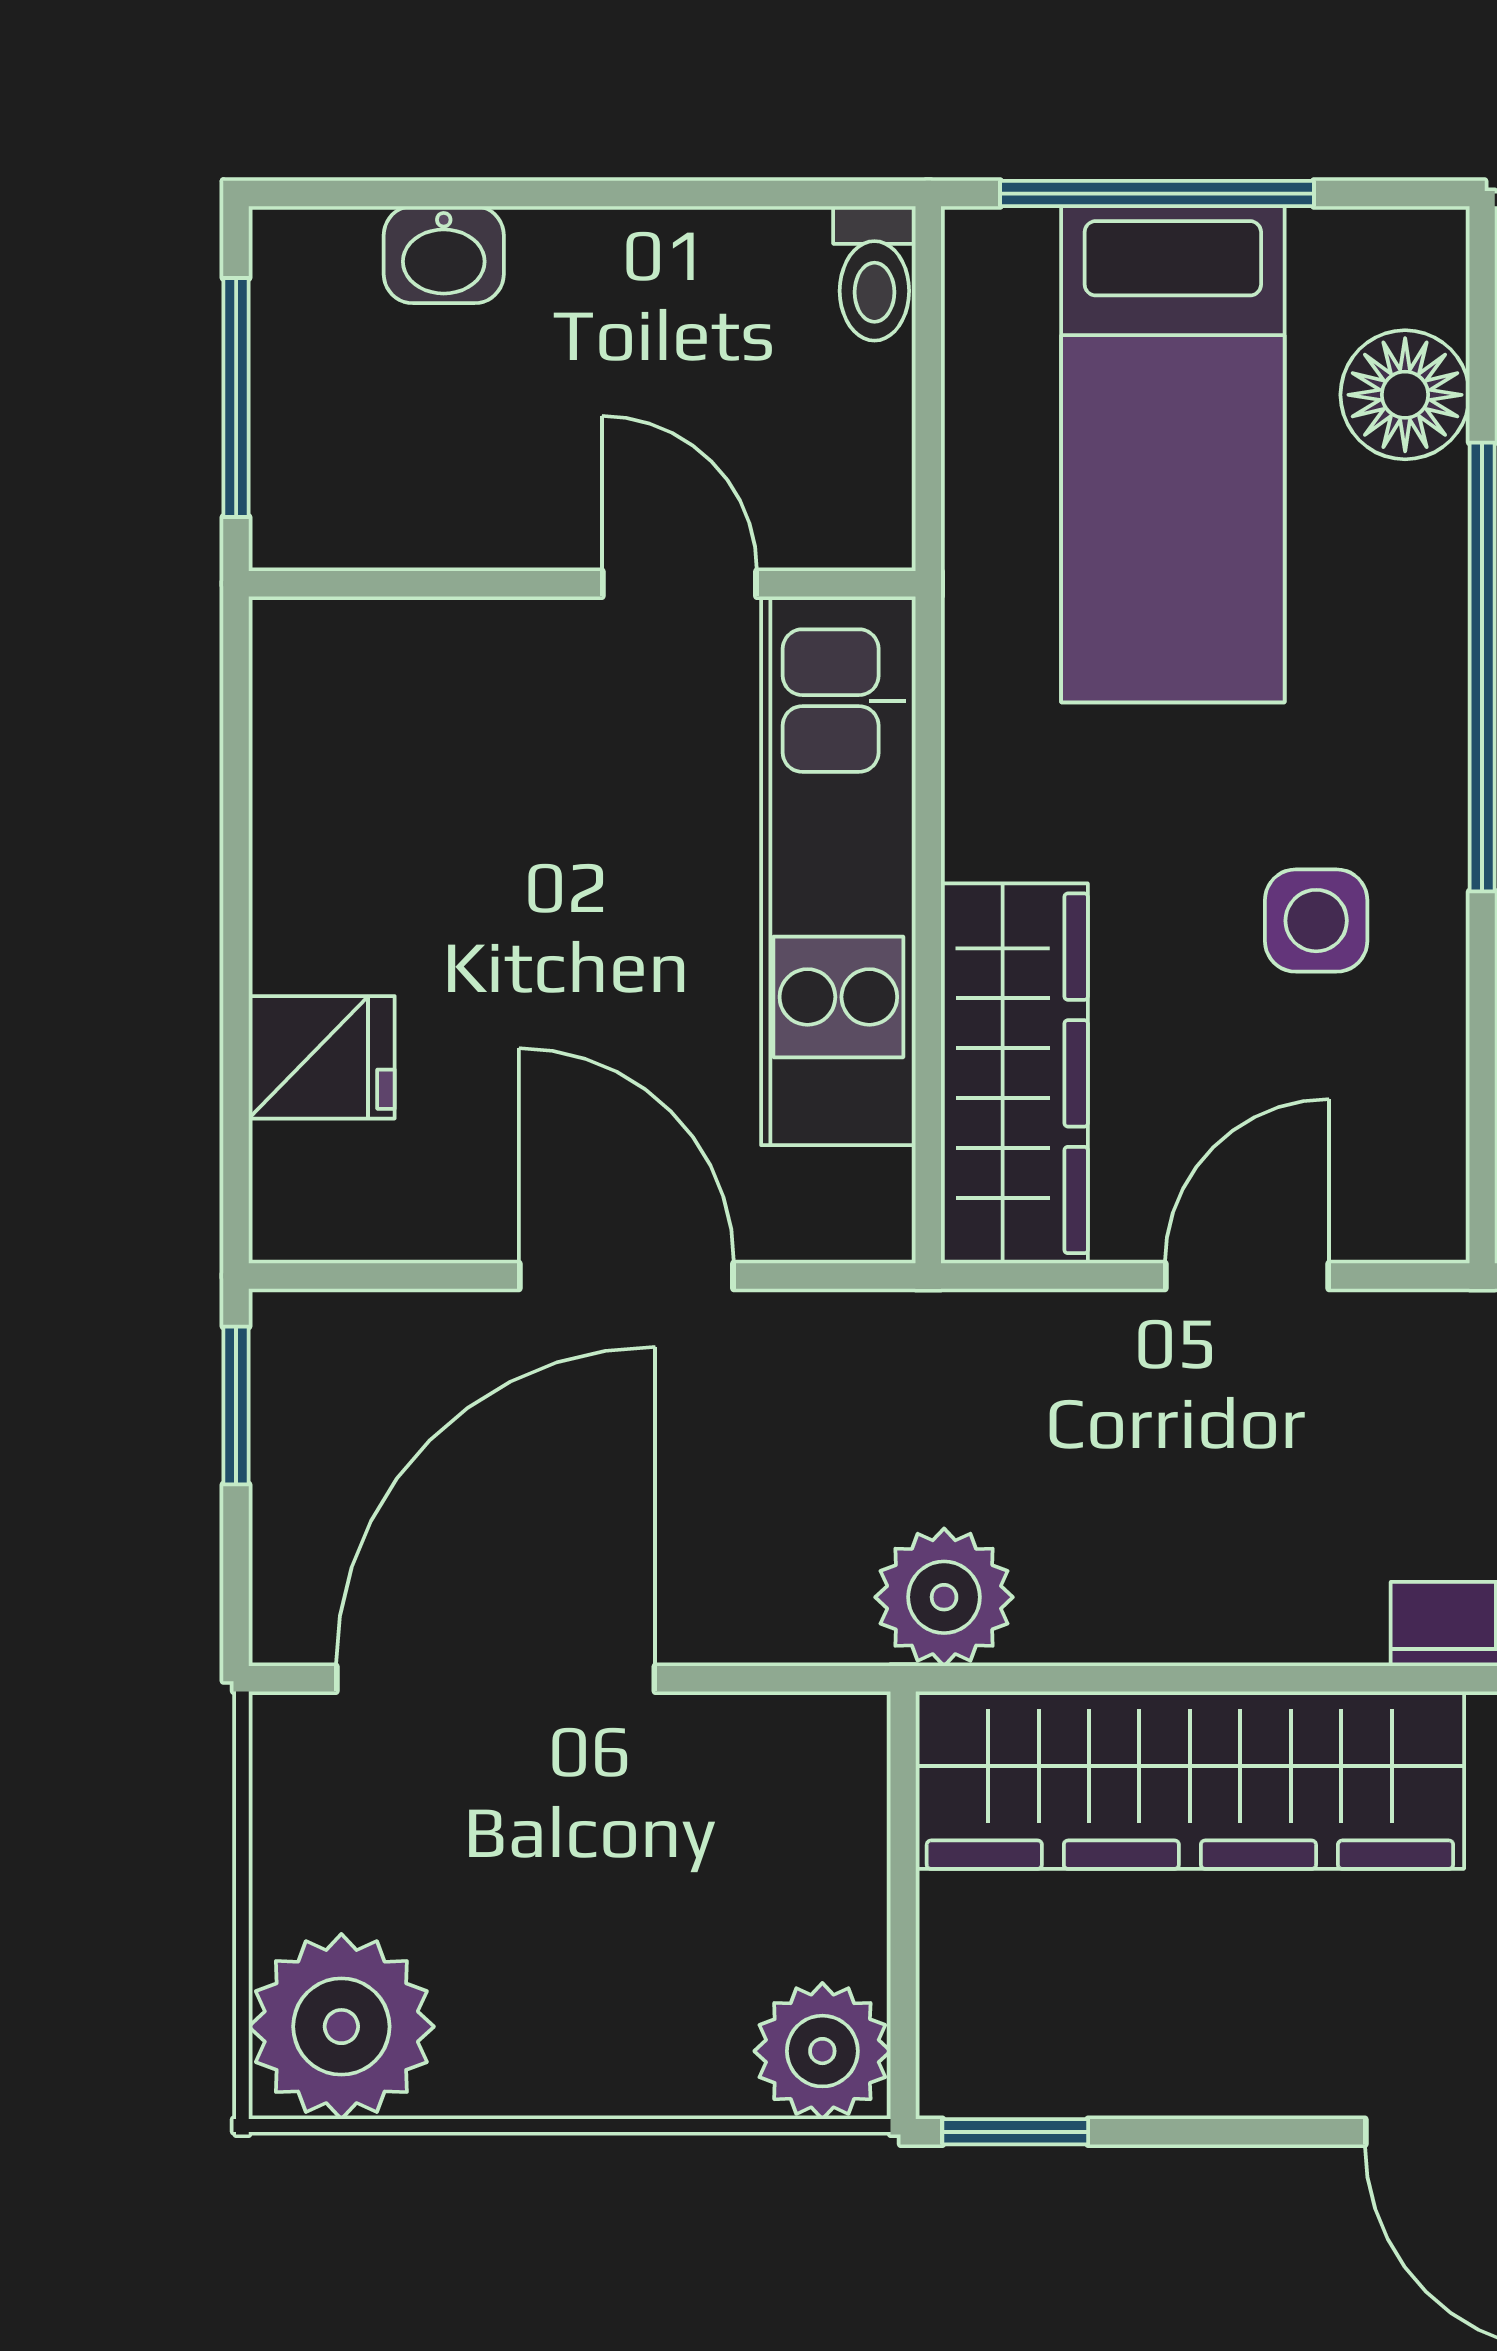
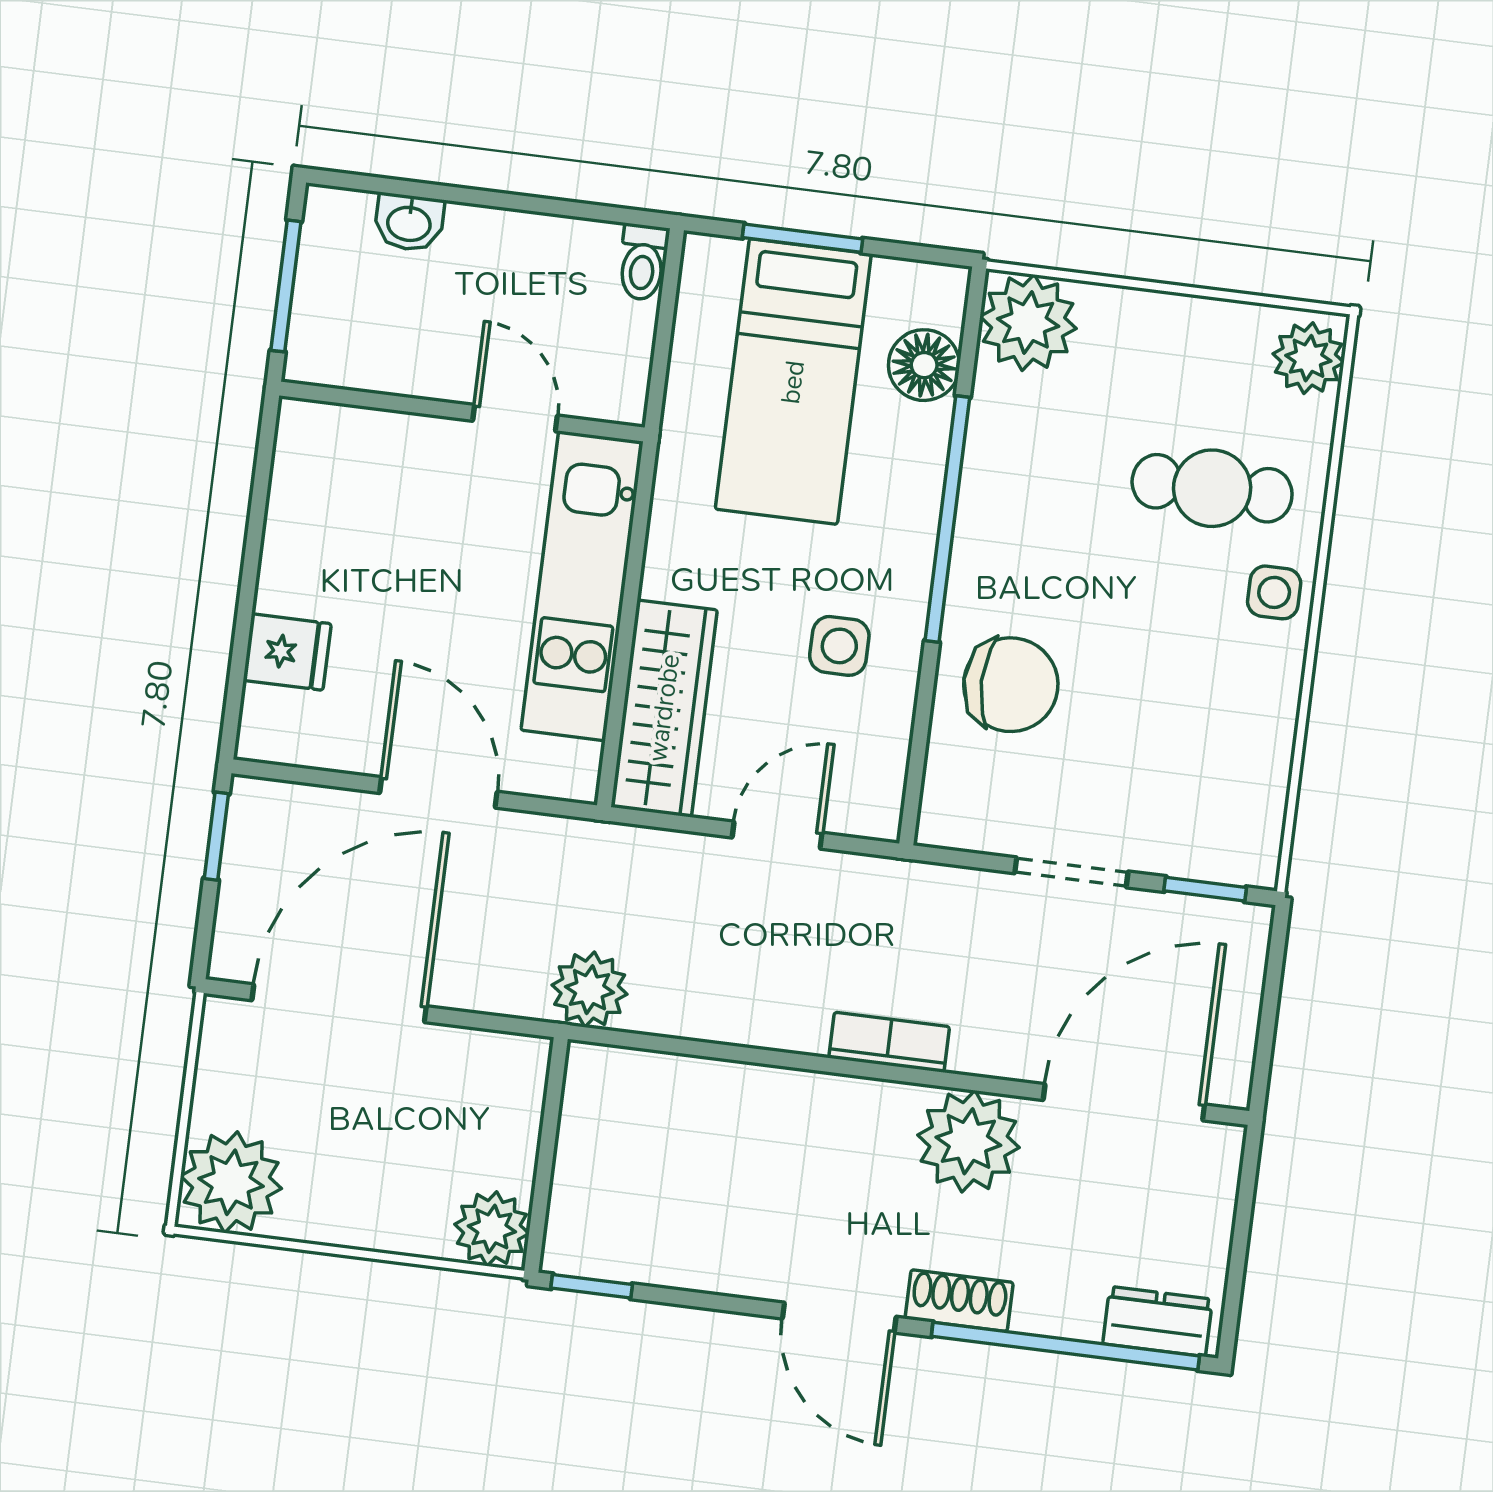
window: (1157, 194) -> (803, 238), width x0.69
wardrobe: (1190, 1780) -> (711, 1106), removed

